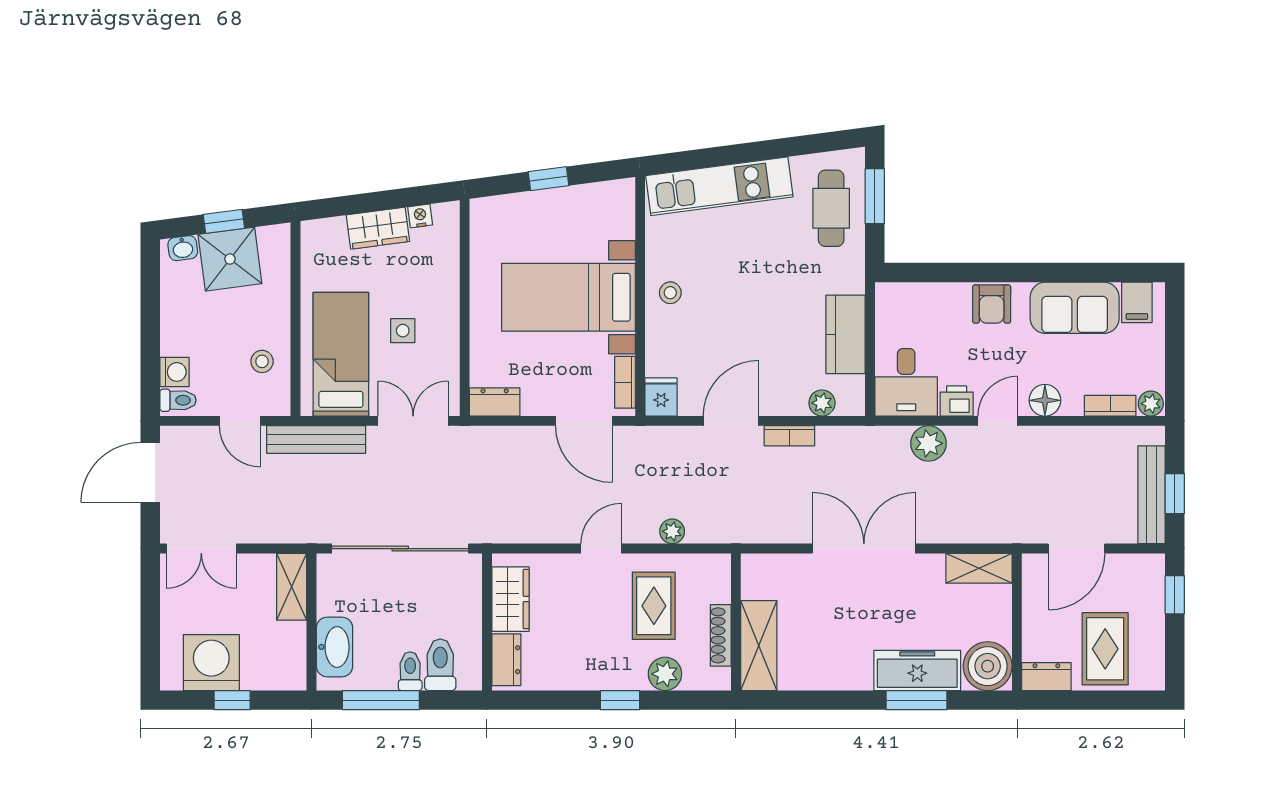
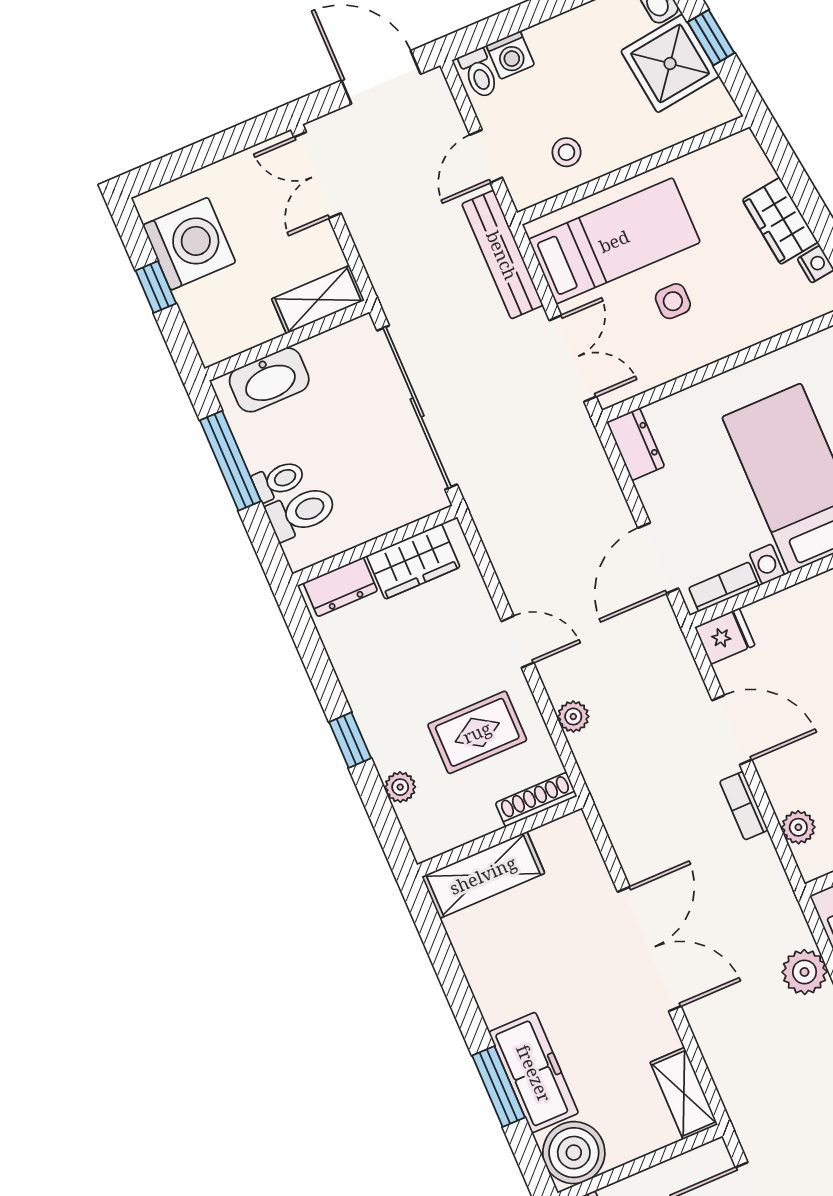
shoe rack: (721, 635) -> (536, 800), moved
plant: (665, 674) -> (400, 787), width x0.73, depth x0.73

